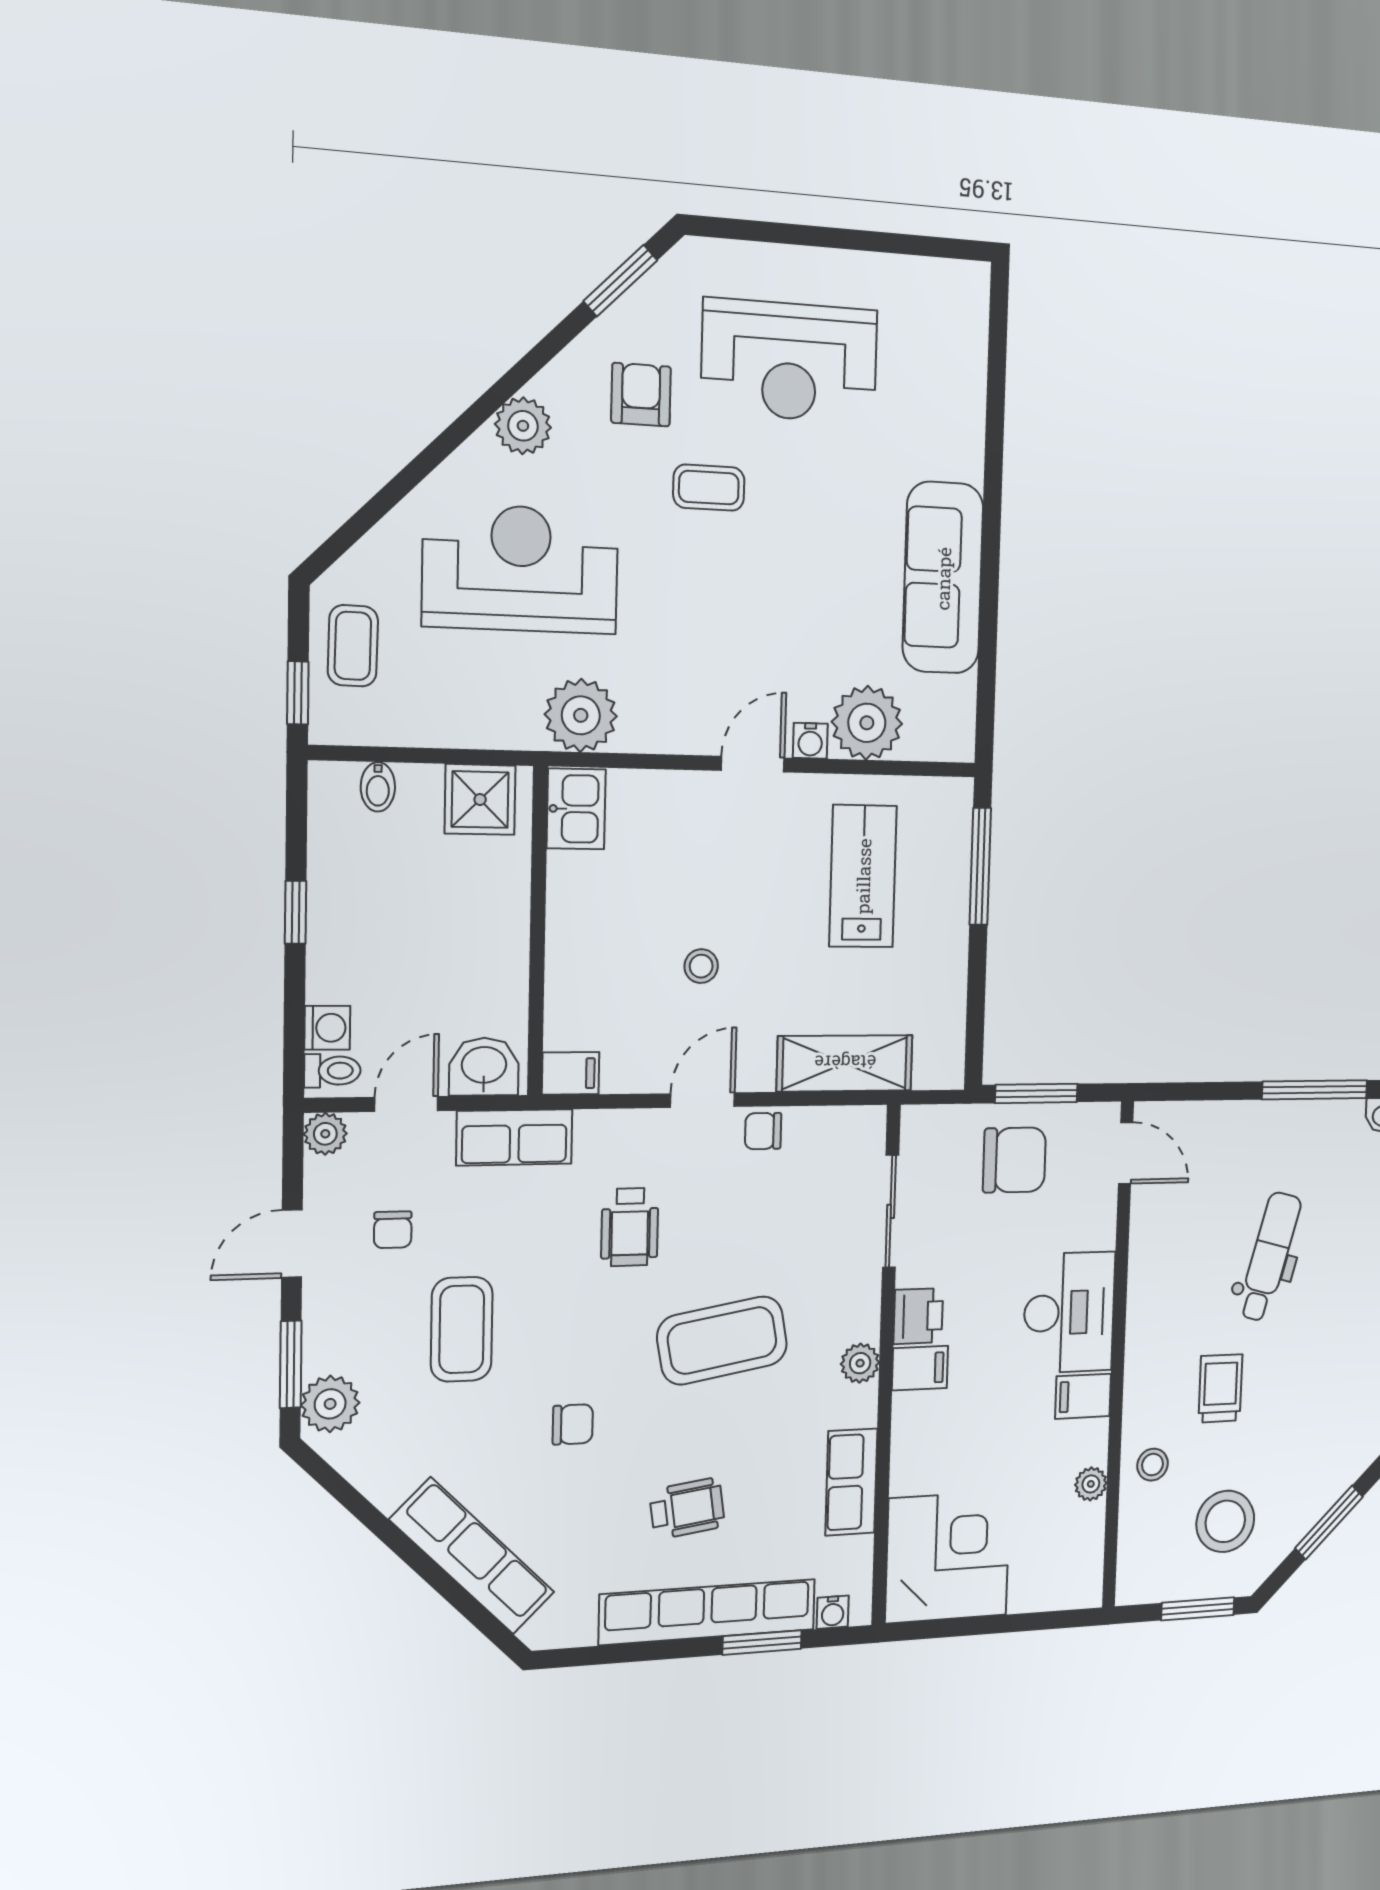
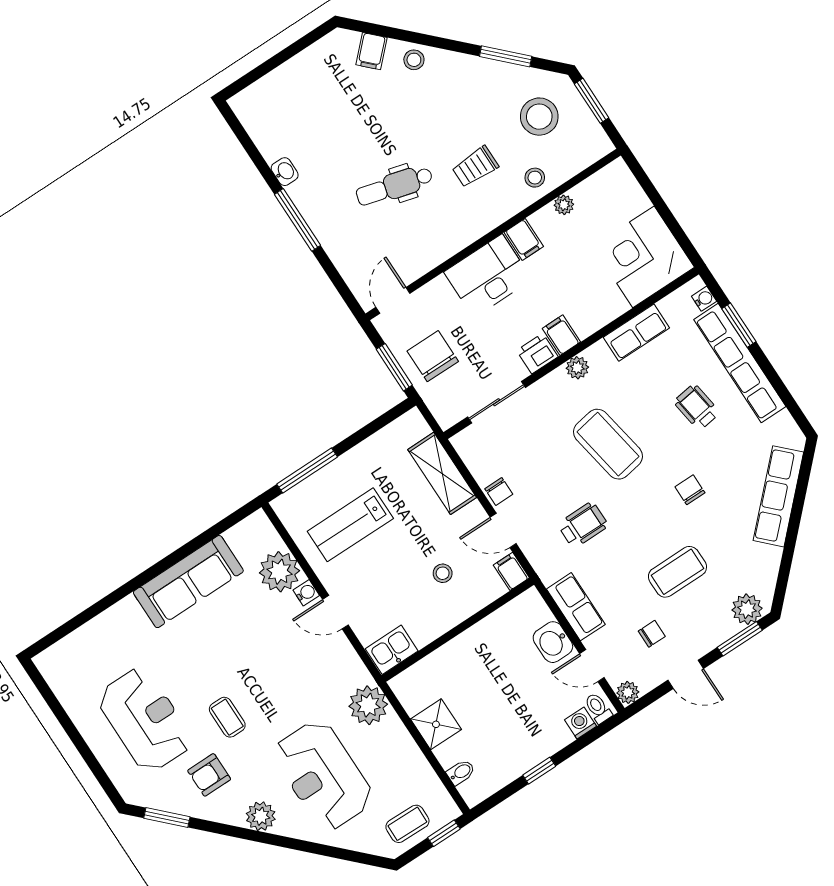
kitchen sink: (576, 809) -> (392, 650), moved
wall: (538, 931) -> (458, 630), moved
filing cabinet: (571, 1073) -> (511, 571), moved

